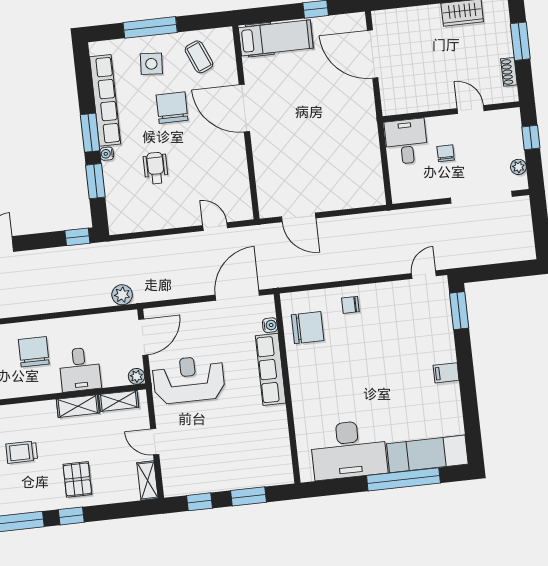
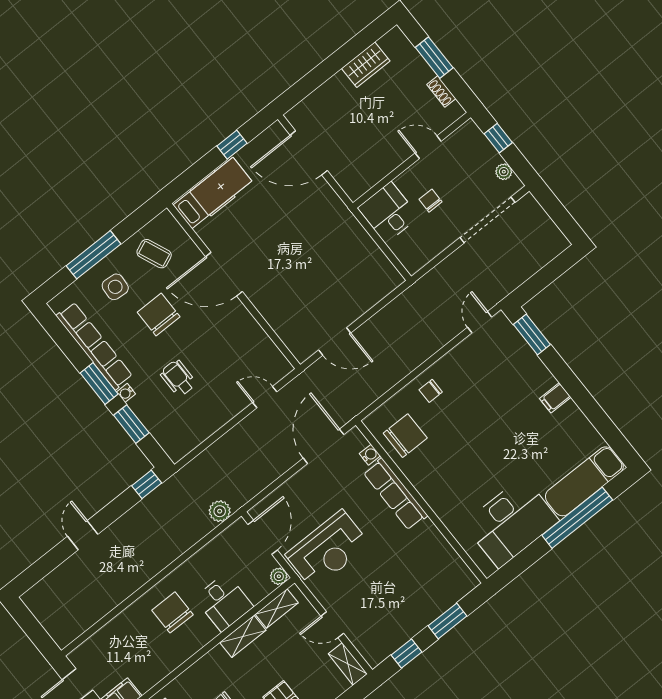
reception desk: (189, 380) -> (328, 550), turned 180

